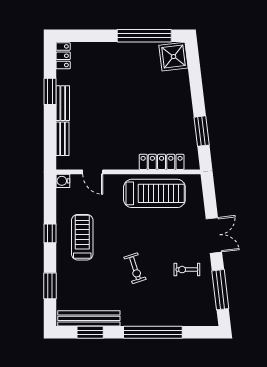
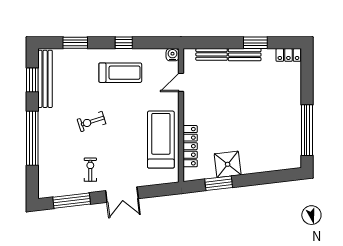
shower: (174, 57) -> (228, 164), moved
treadmill: (154, 193) -> (161, 140), turned 180

